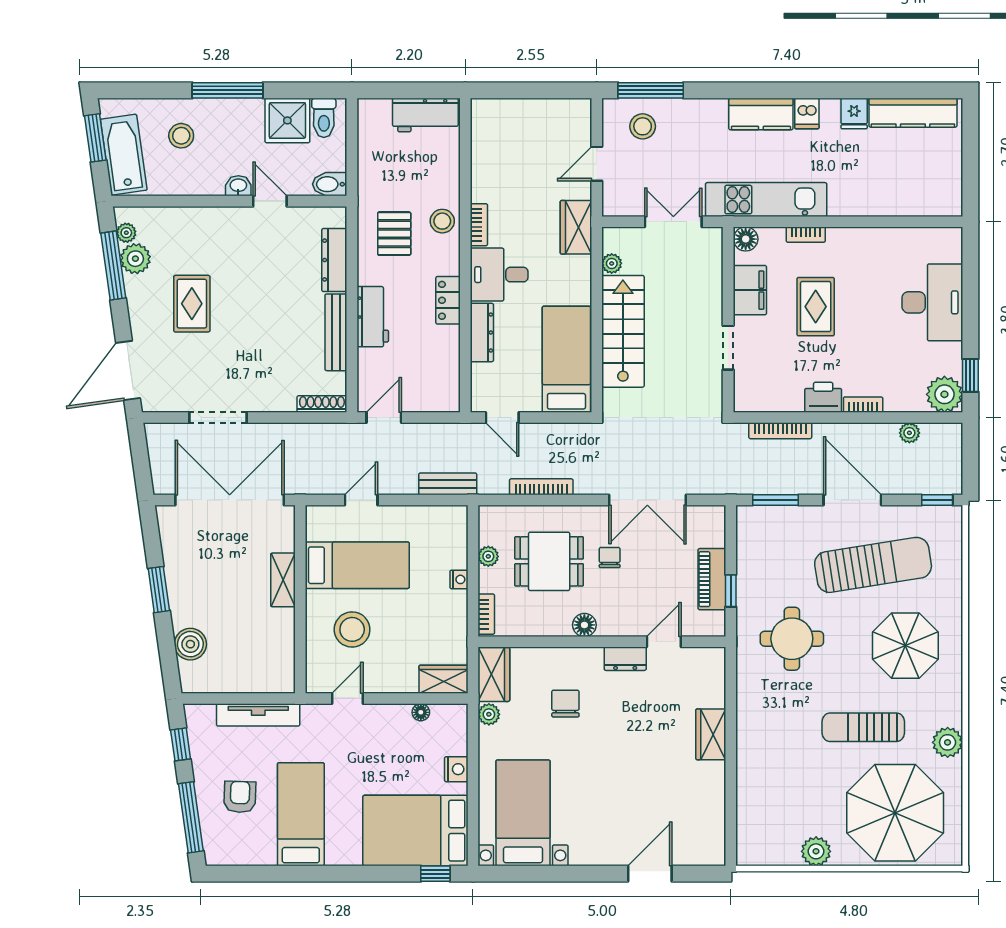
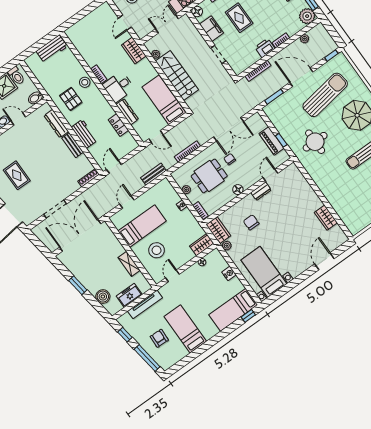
locker: (448, 300) -> (118, 125), moved
bench: (336, 332) -> (73, 145), width x0.73
shelving: (283, 580) -> (129, 264), moved
freezer: (241, 677) -> (129, 295), added
wardrobe: (711, 734) -> (326, 218), moved
bed: (415, 831) -> (233, 310), width x0.67

